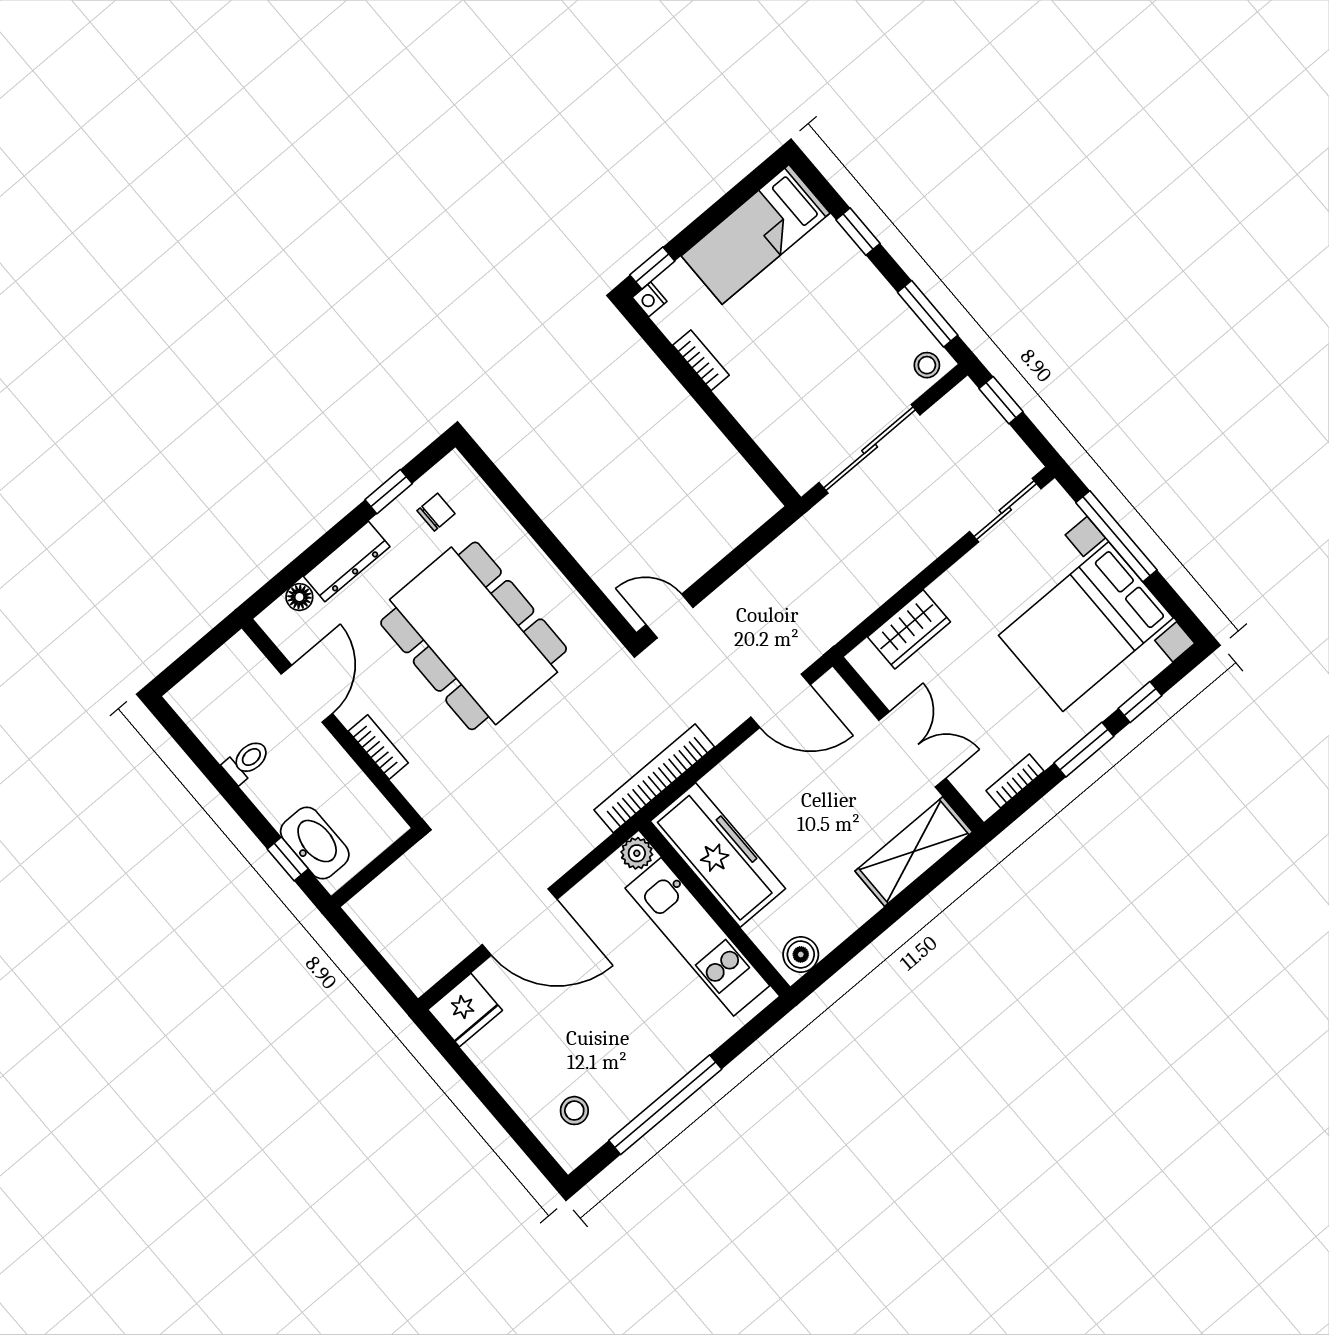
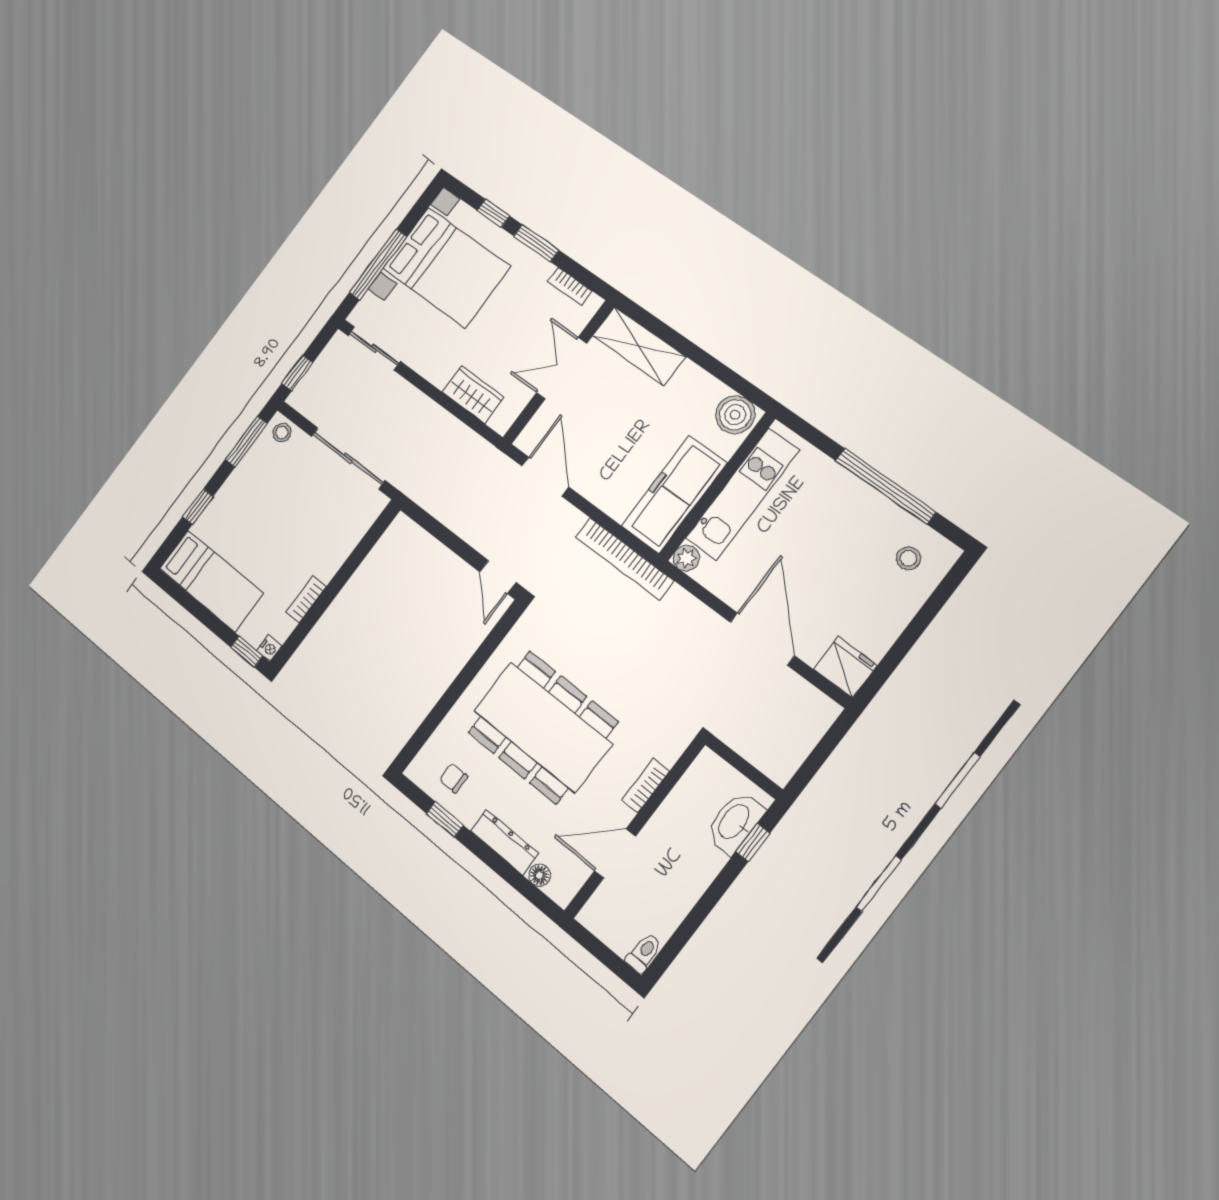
dining table: (474, 636) -> (543, 727), turned 90
toilet: (247, 761) -> (644, 953), moved, turned 90
boiler: (801, 954) -> (735, 415), width x1.36, depth x1.36

